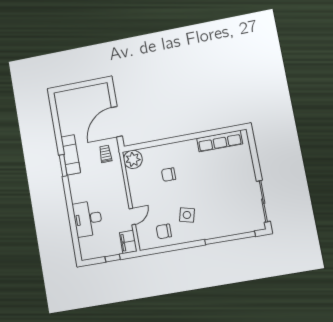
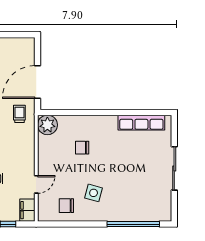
sliding door: (263, 201) -> (174, 168), moved

